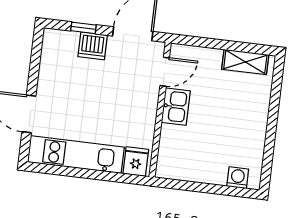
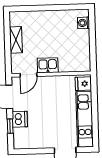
shelving: (245, 62) -> (16, 40), moved
door: (165, 72) -> (28, 75), swing flipped

